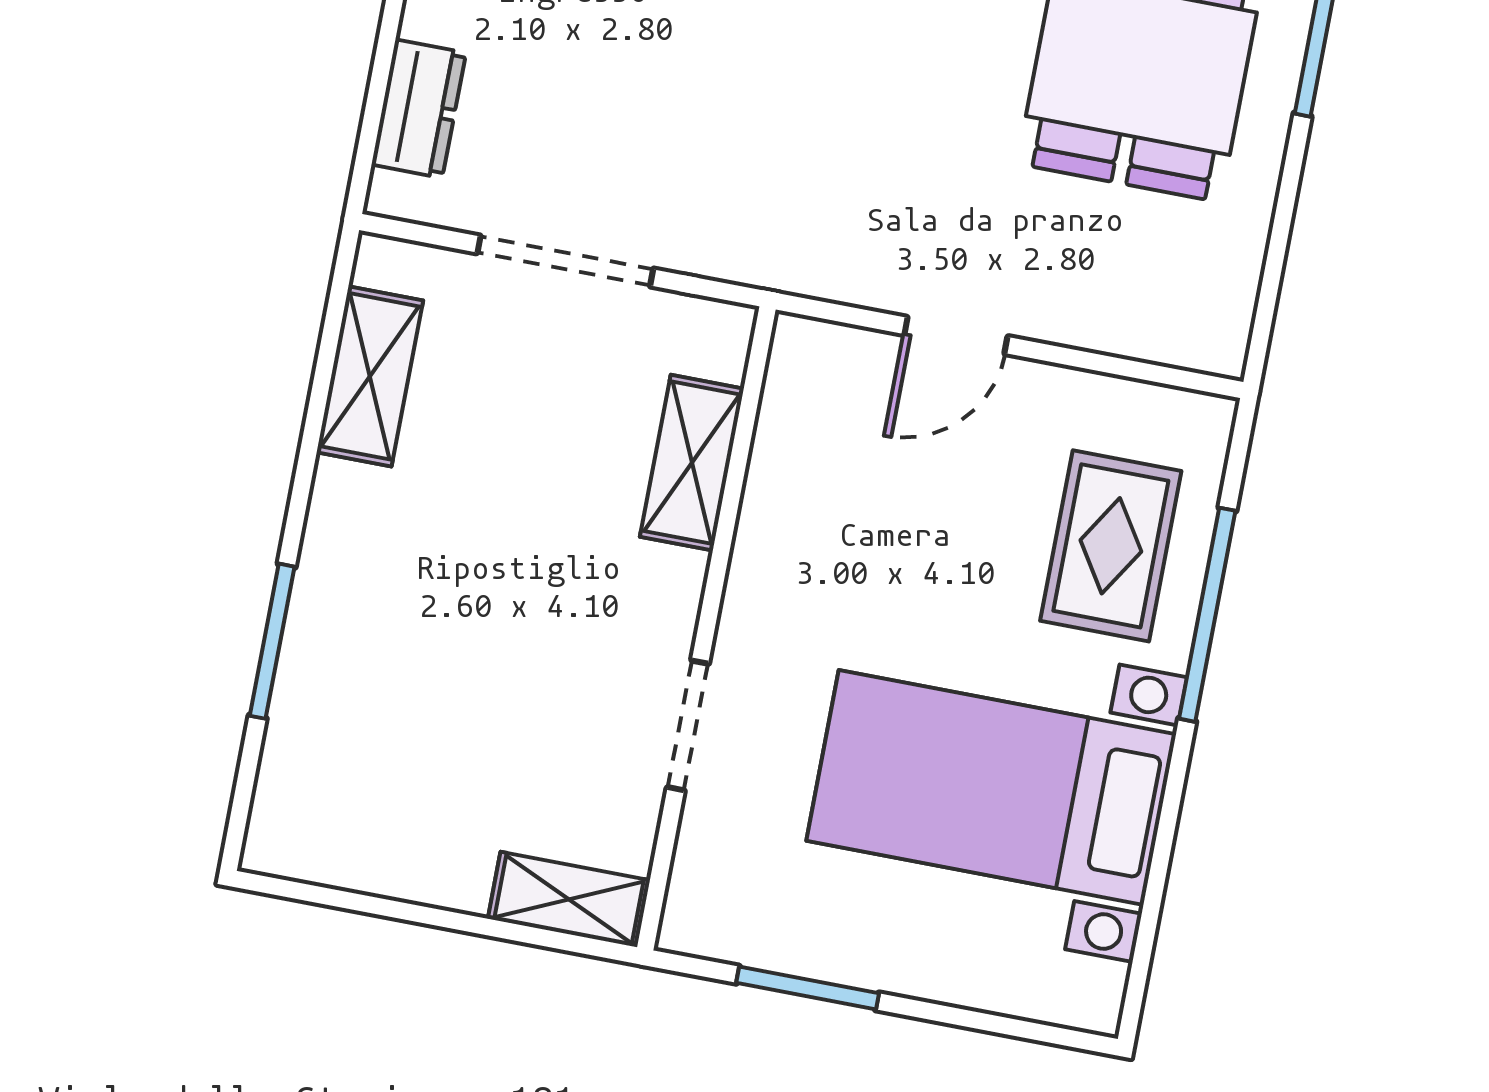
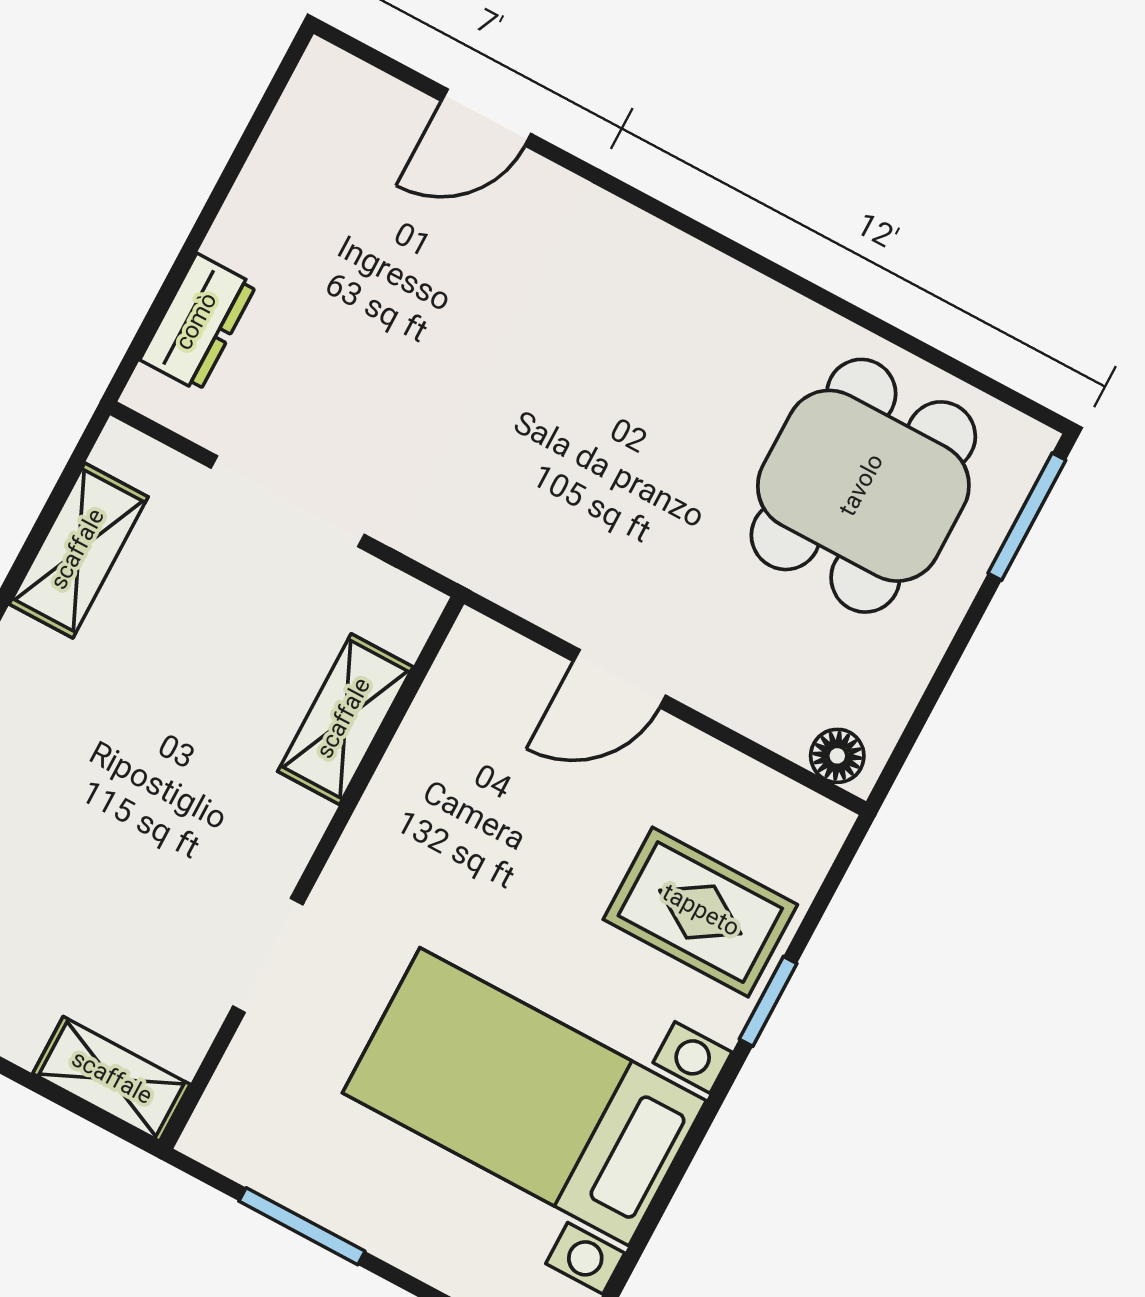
floor lamp: (1200, 345) -> (837, 756), added
rug: (1111, 546) -> (700, 912), turned 90
window: (1207, 615) -> (768, 1001), width x0.46

